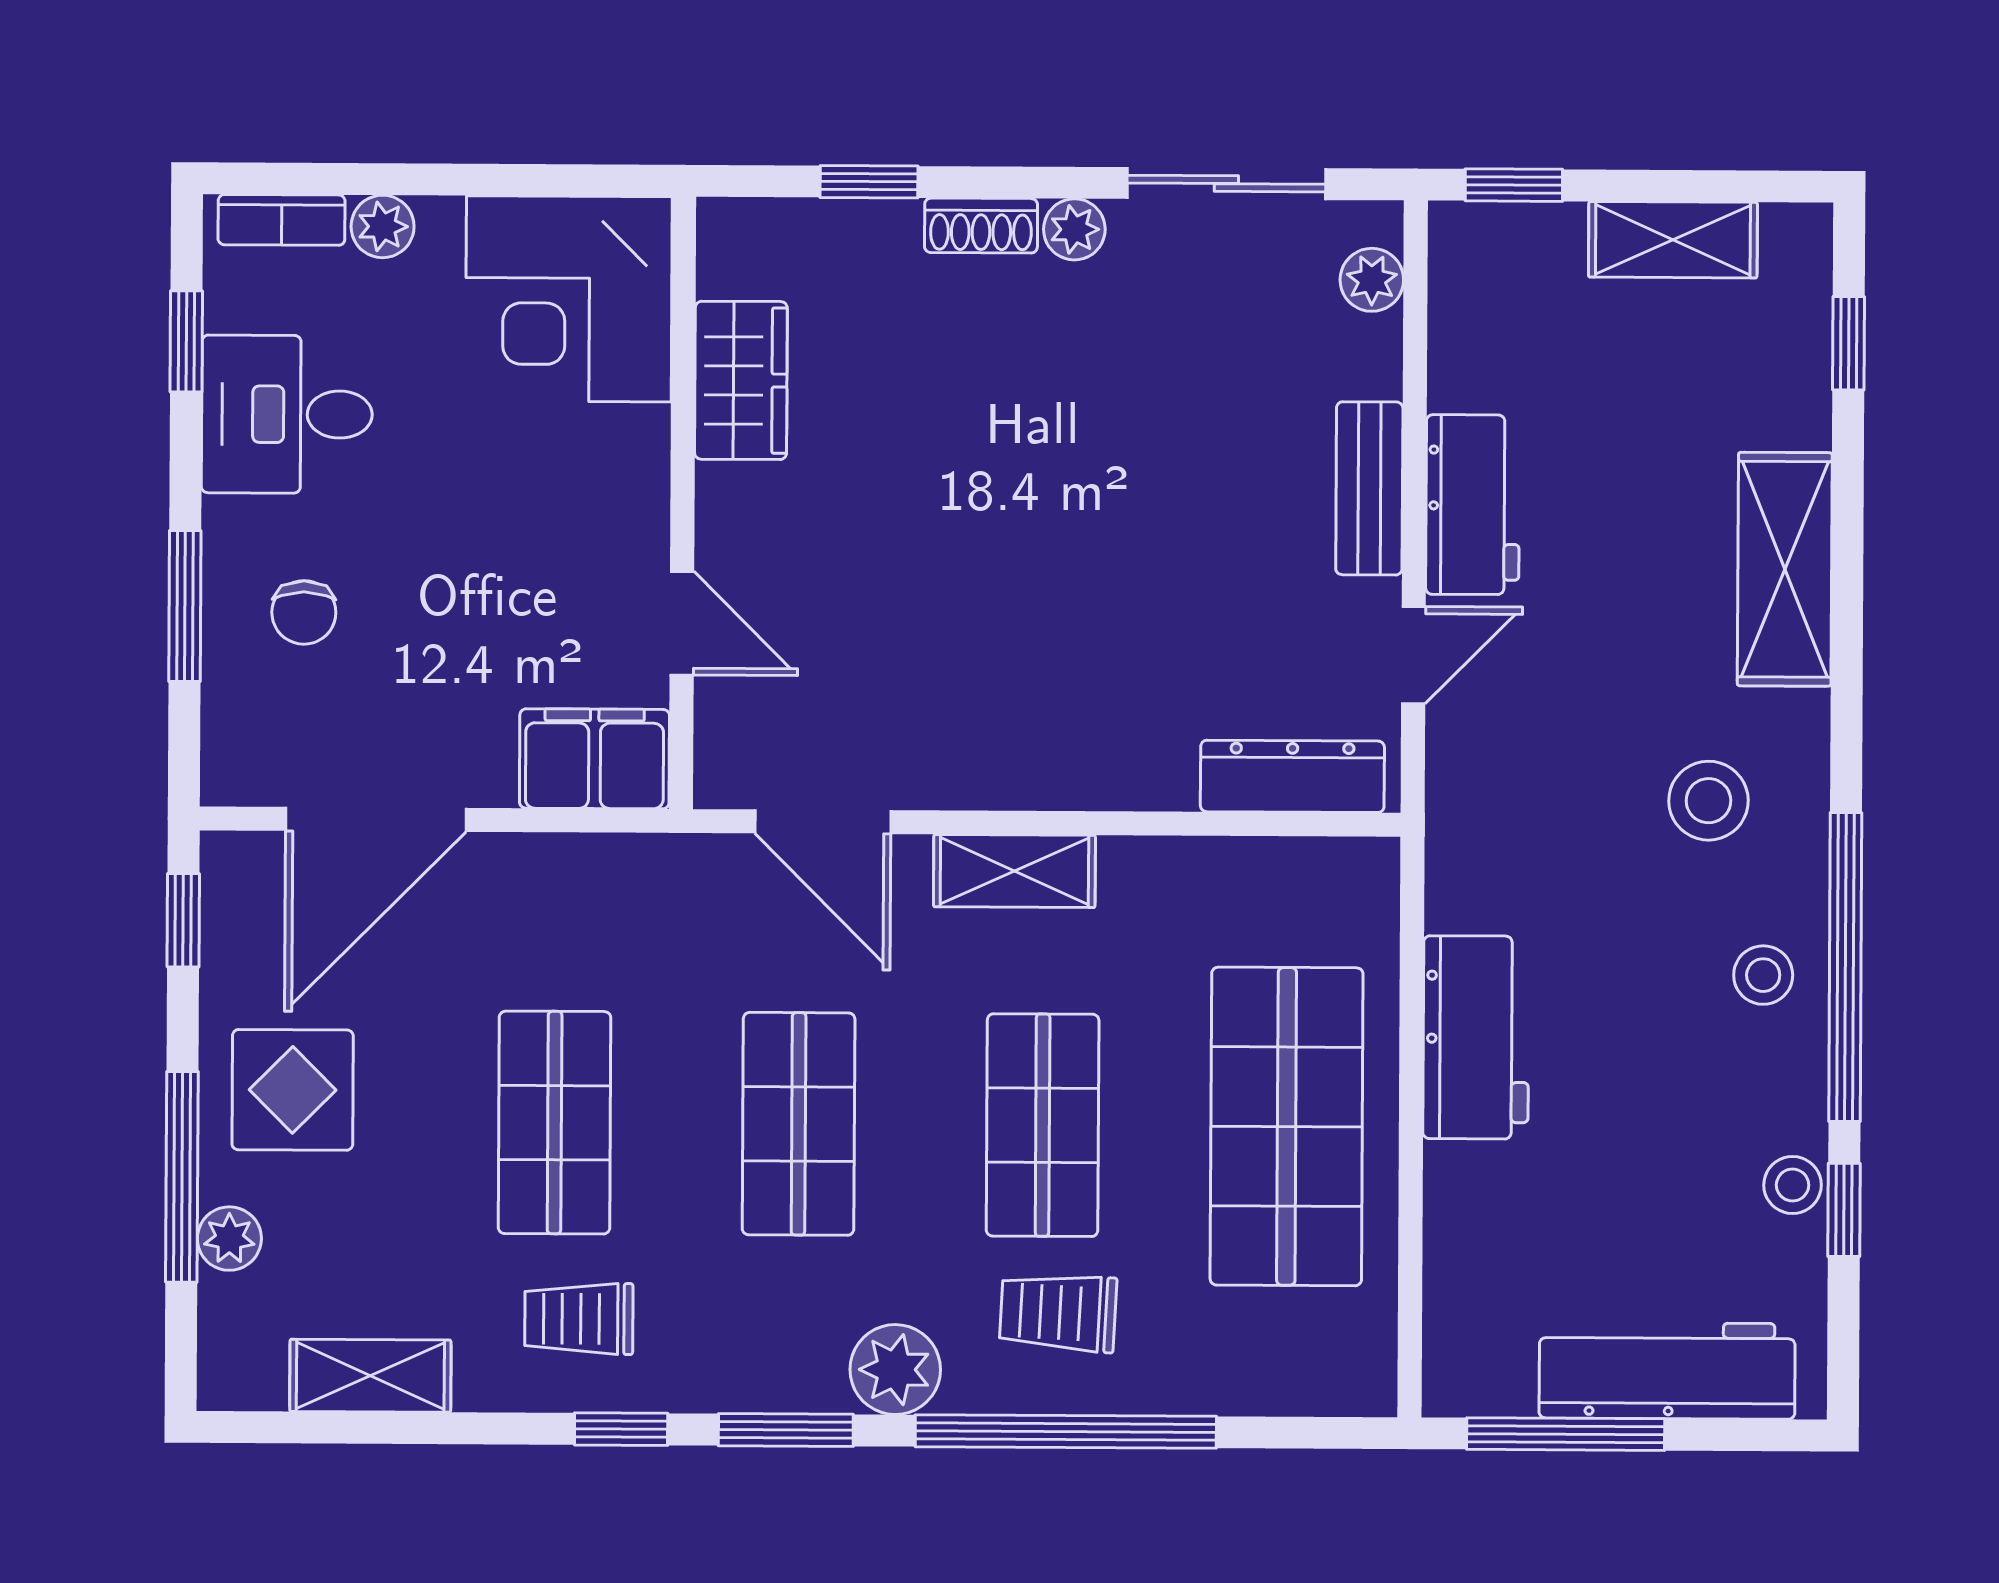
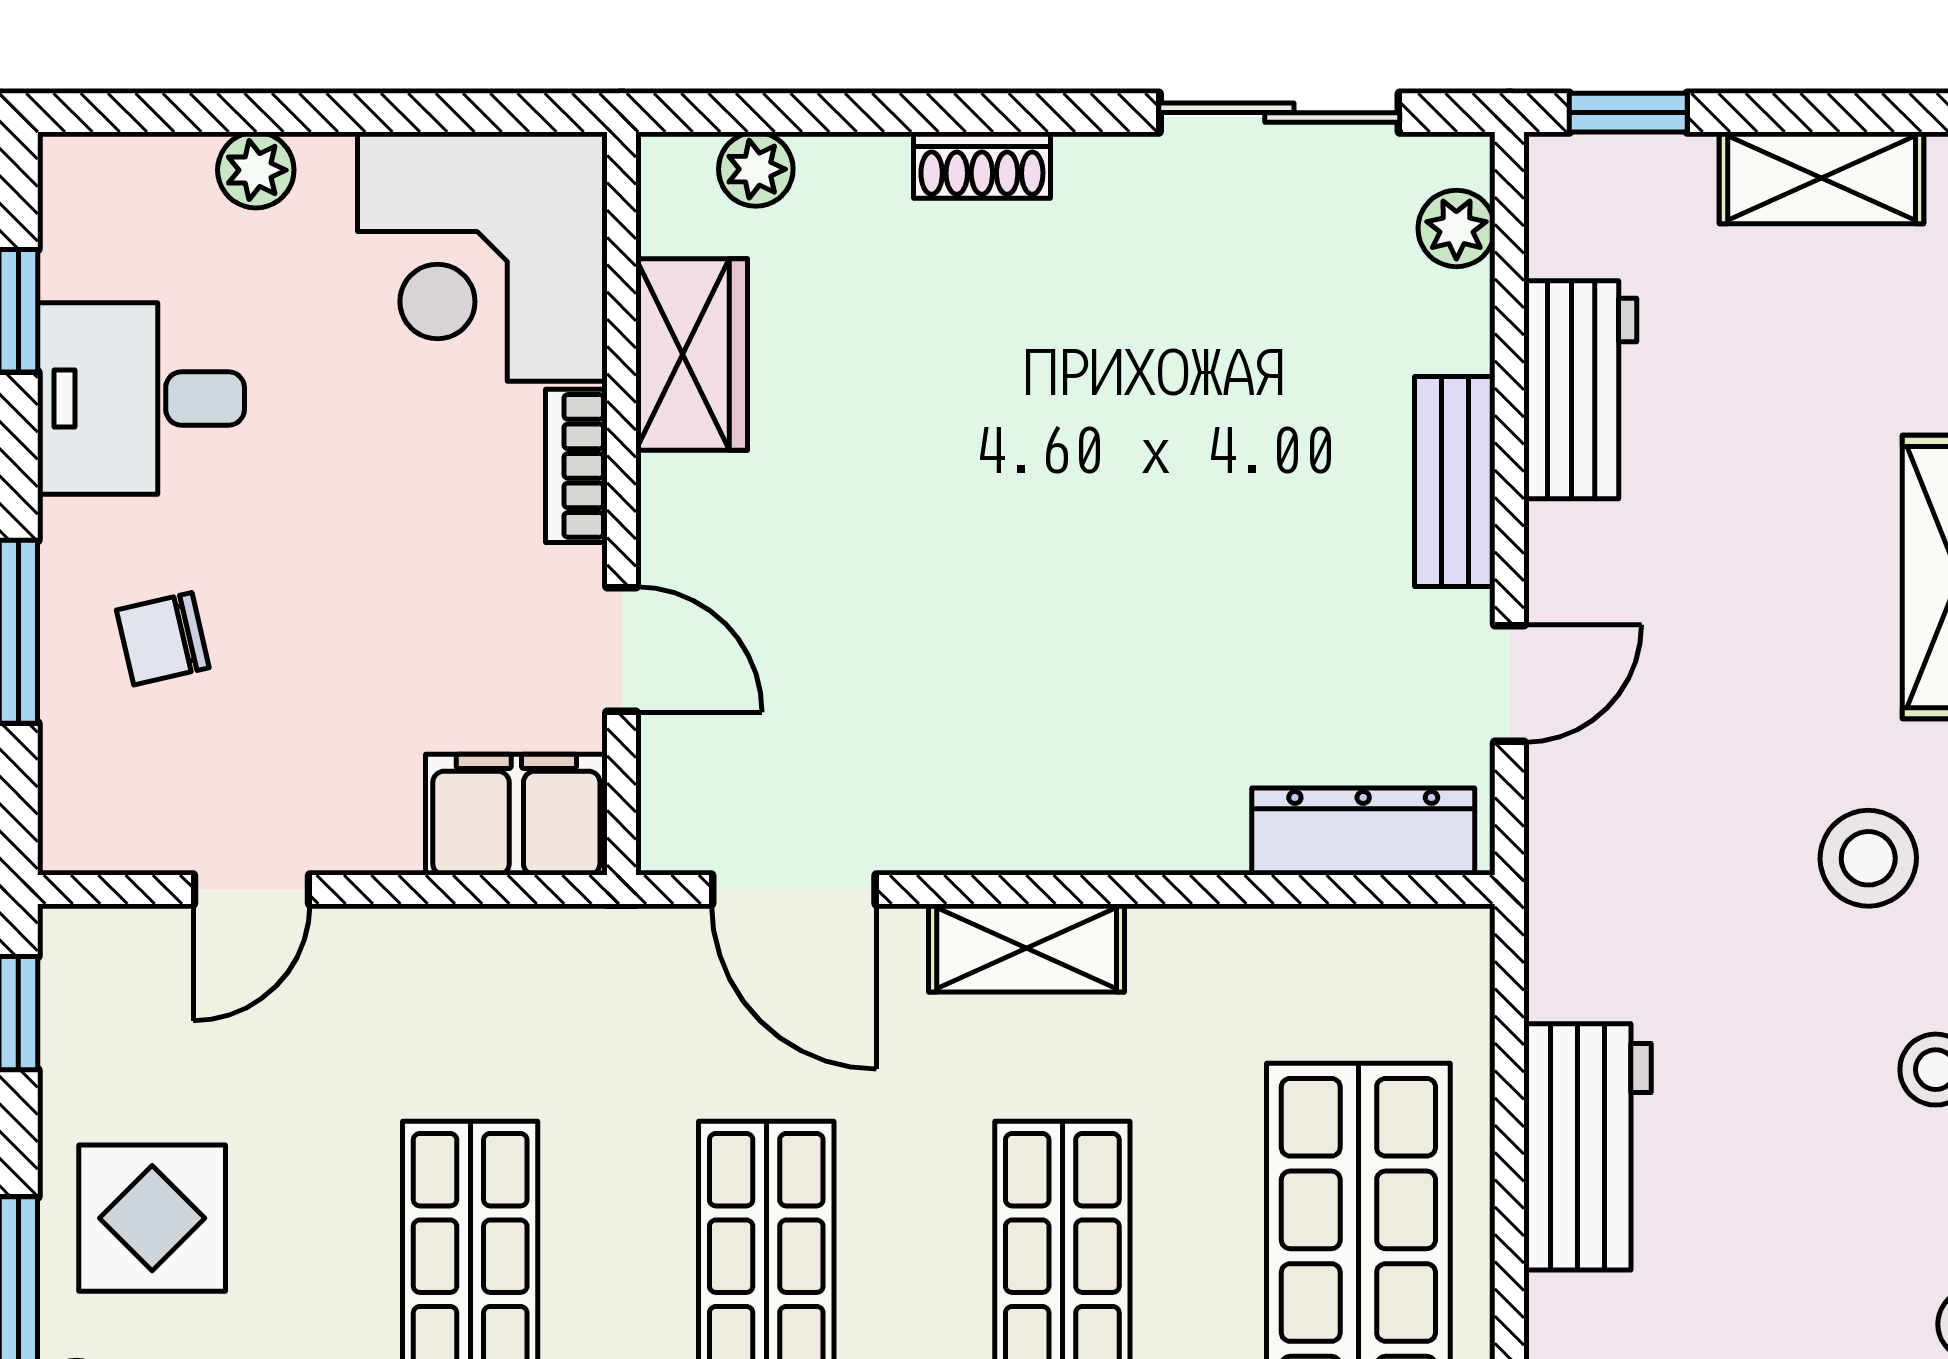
window: (869, 182) -> (846, 113), removed
bookcase: (282, 220) -> (576, 466), moved, turned 90
plant: (1074, 229) -> (756, 169), moved
workbench: (1473, 505) -> (1580, 390), moved
chair: (304, 612) -> (163, 639), turned 77
door: (376, 819) -> (251, 889), width x0.53

